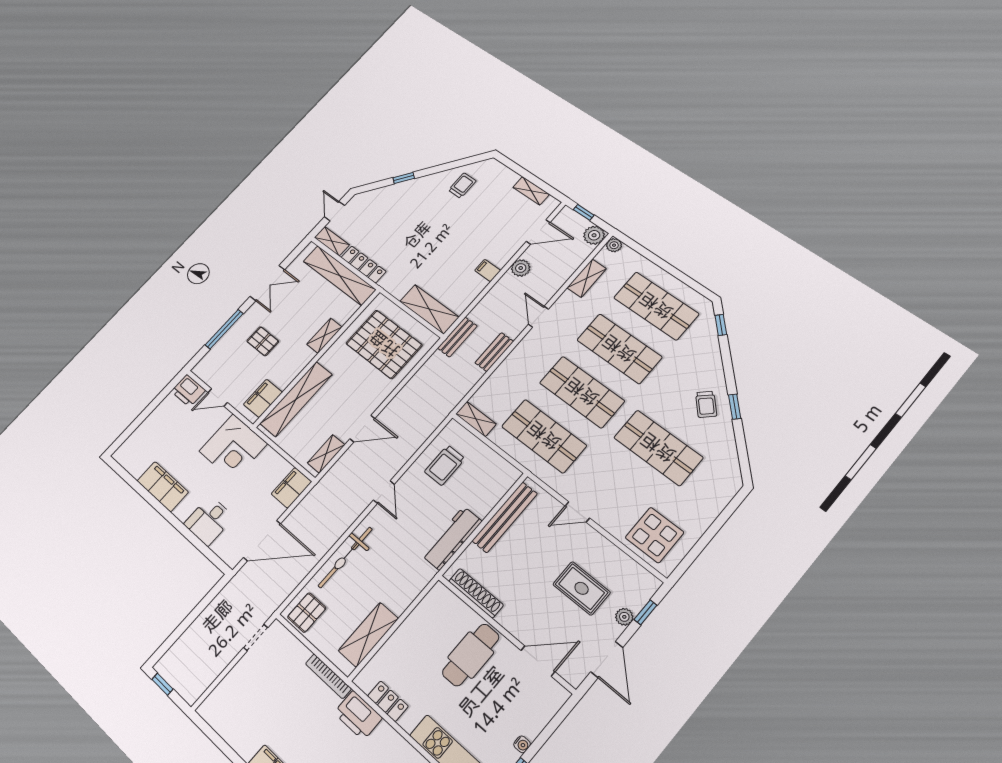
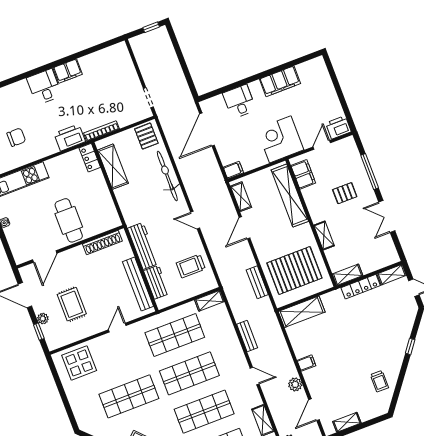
shelving: (339, 275) -> (348, 275), width x0.45, depth x0.75
bench: (457, 337) -> (257, 282), moved
trolley: (445, 465) -> (191, 266), turned -90
filing cabinet: (291, 488) -> (233, 170), width x0.50
workbench: (489, 496) -> (156, 282), added
rug: (582, 588) -> (72, 304), turned 90
locker: (388, 701) -> (90, 158), moved, turned 90

